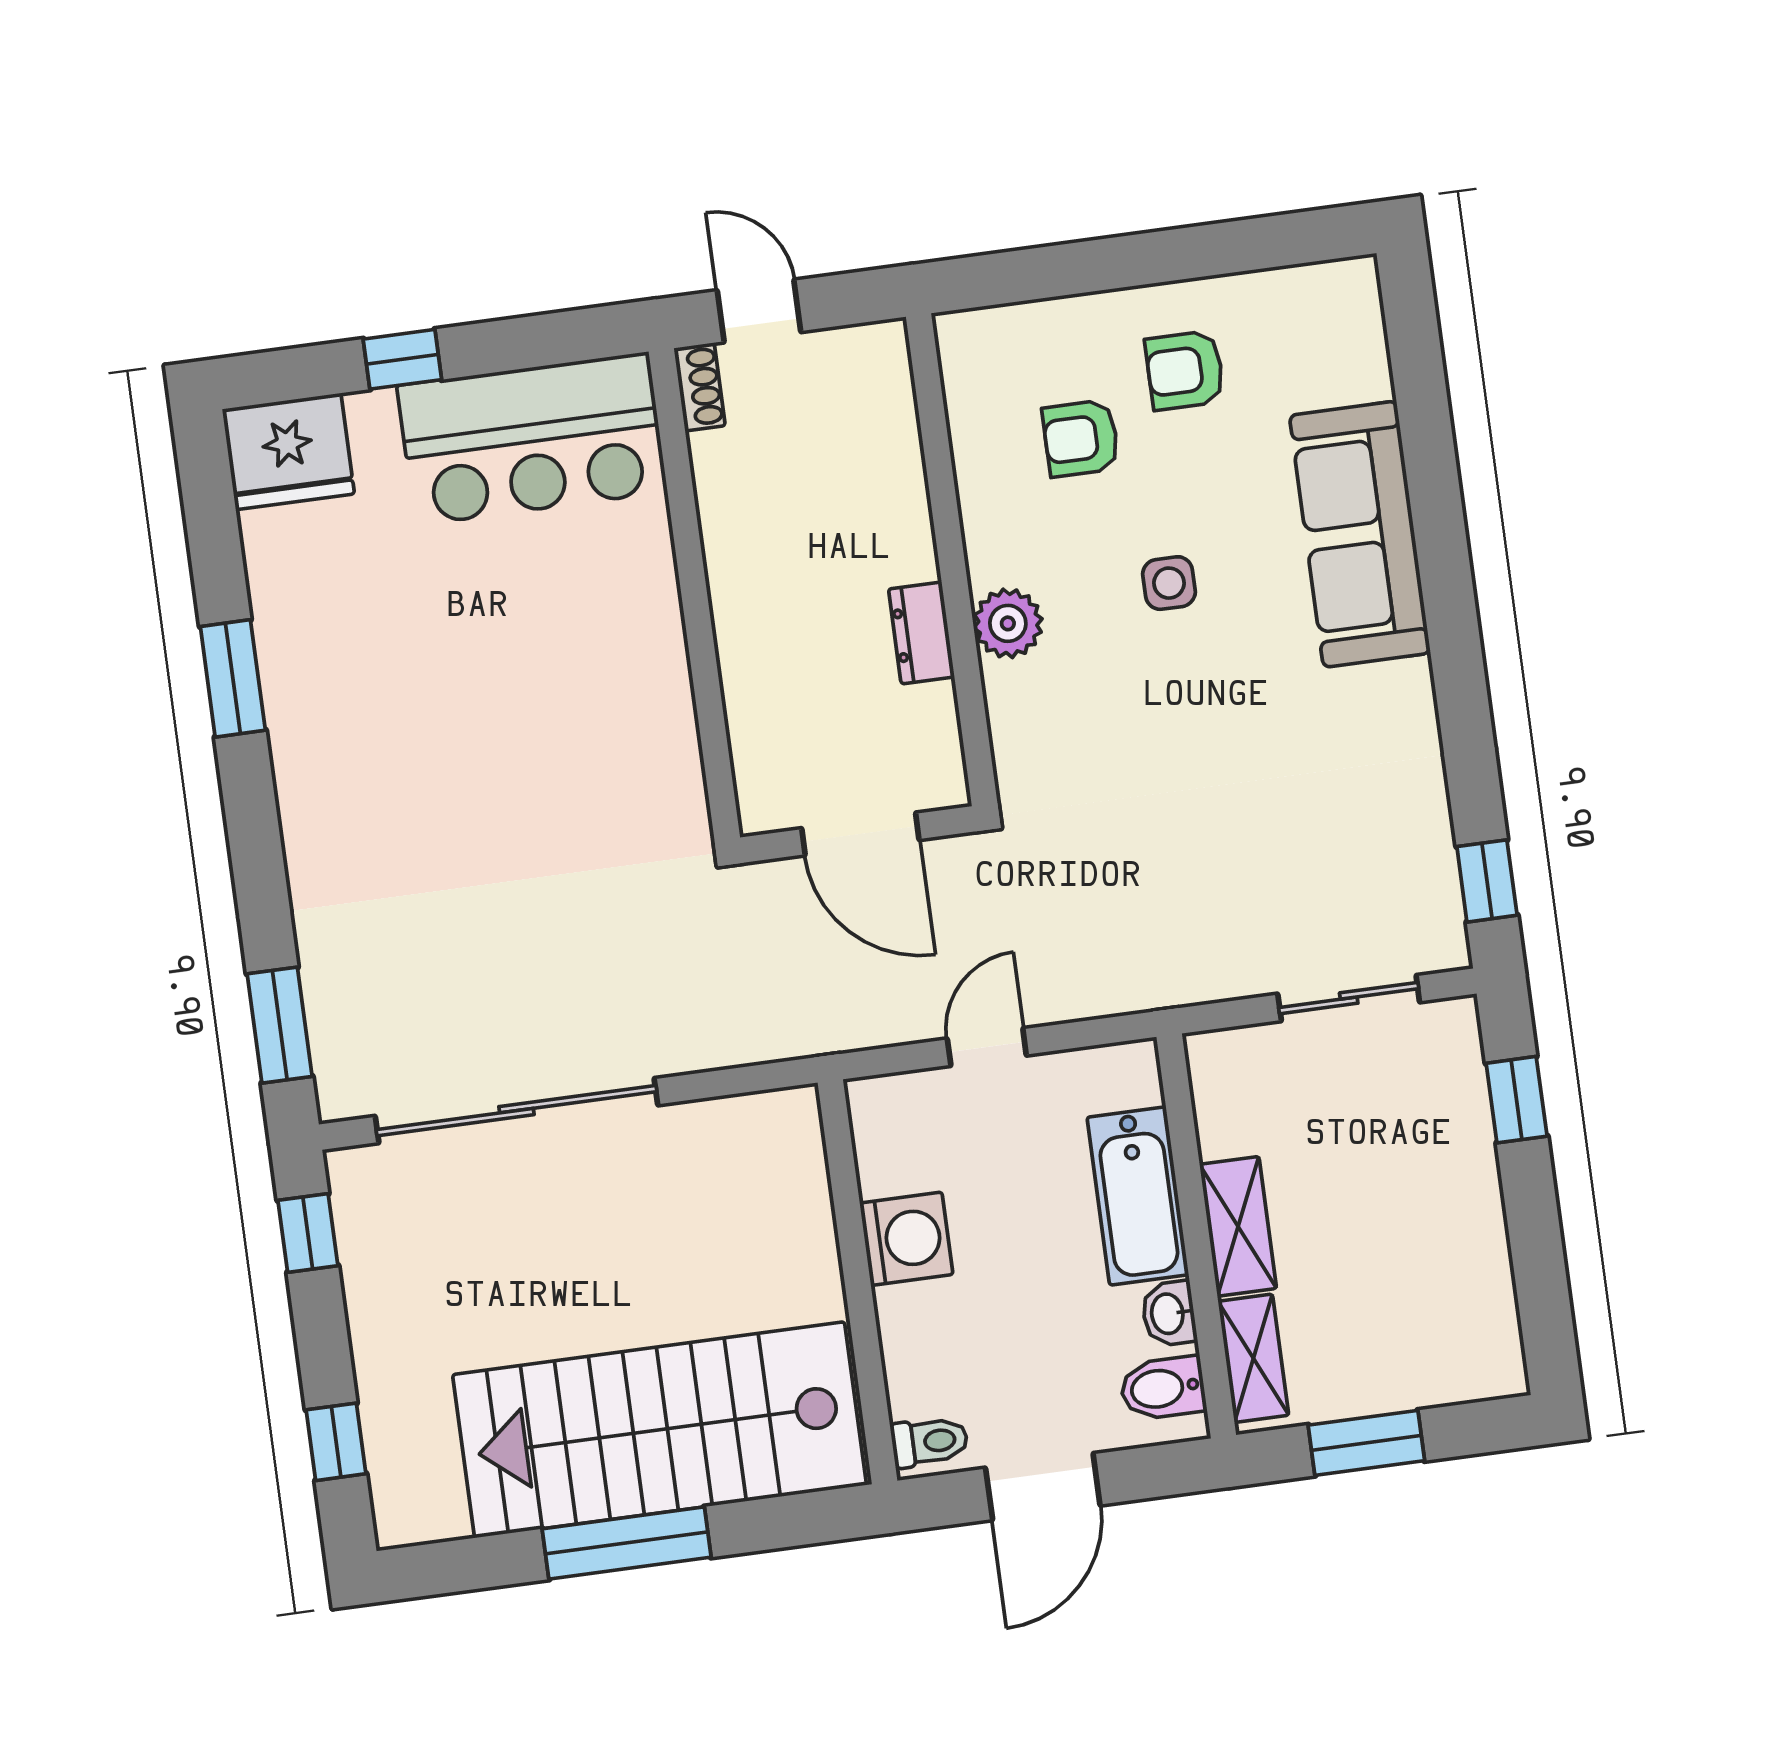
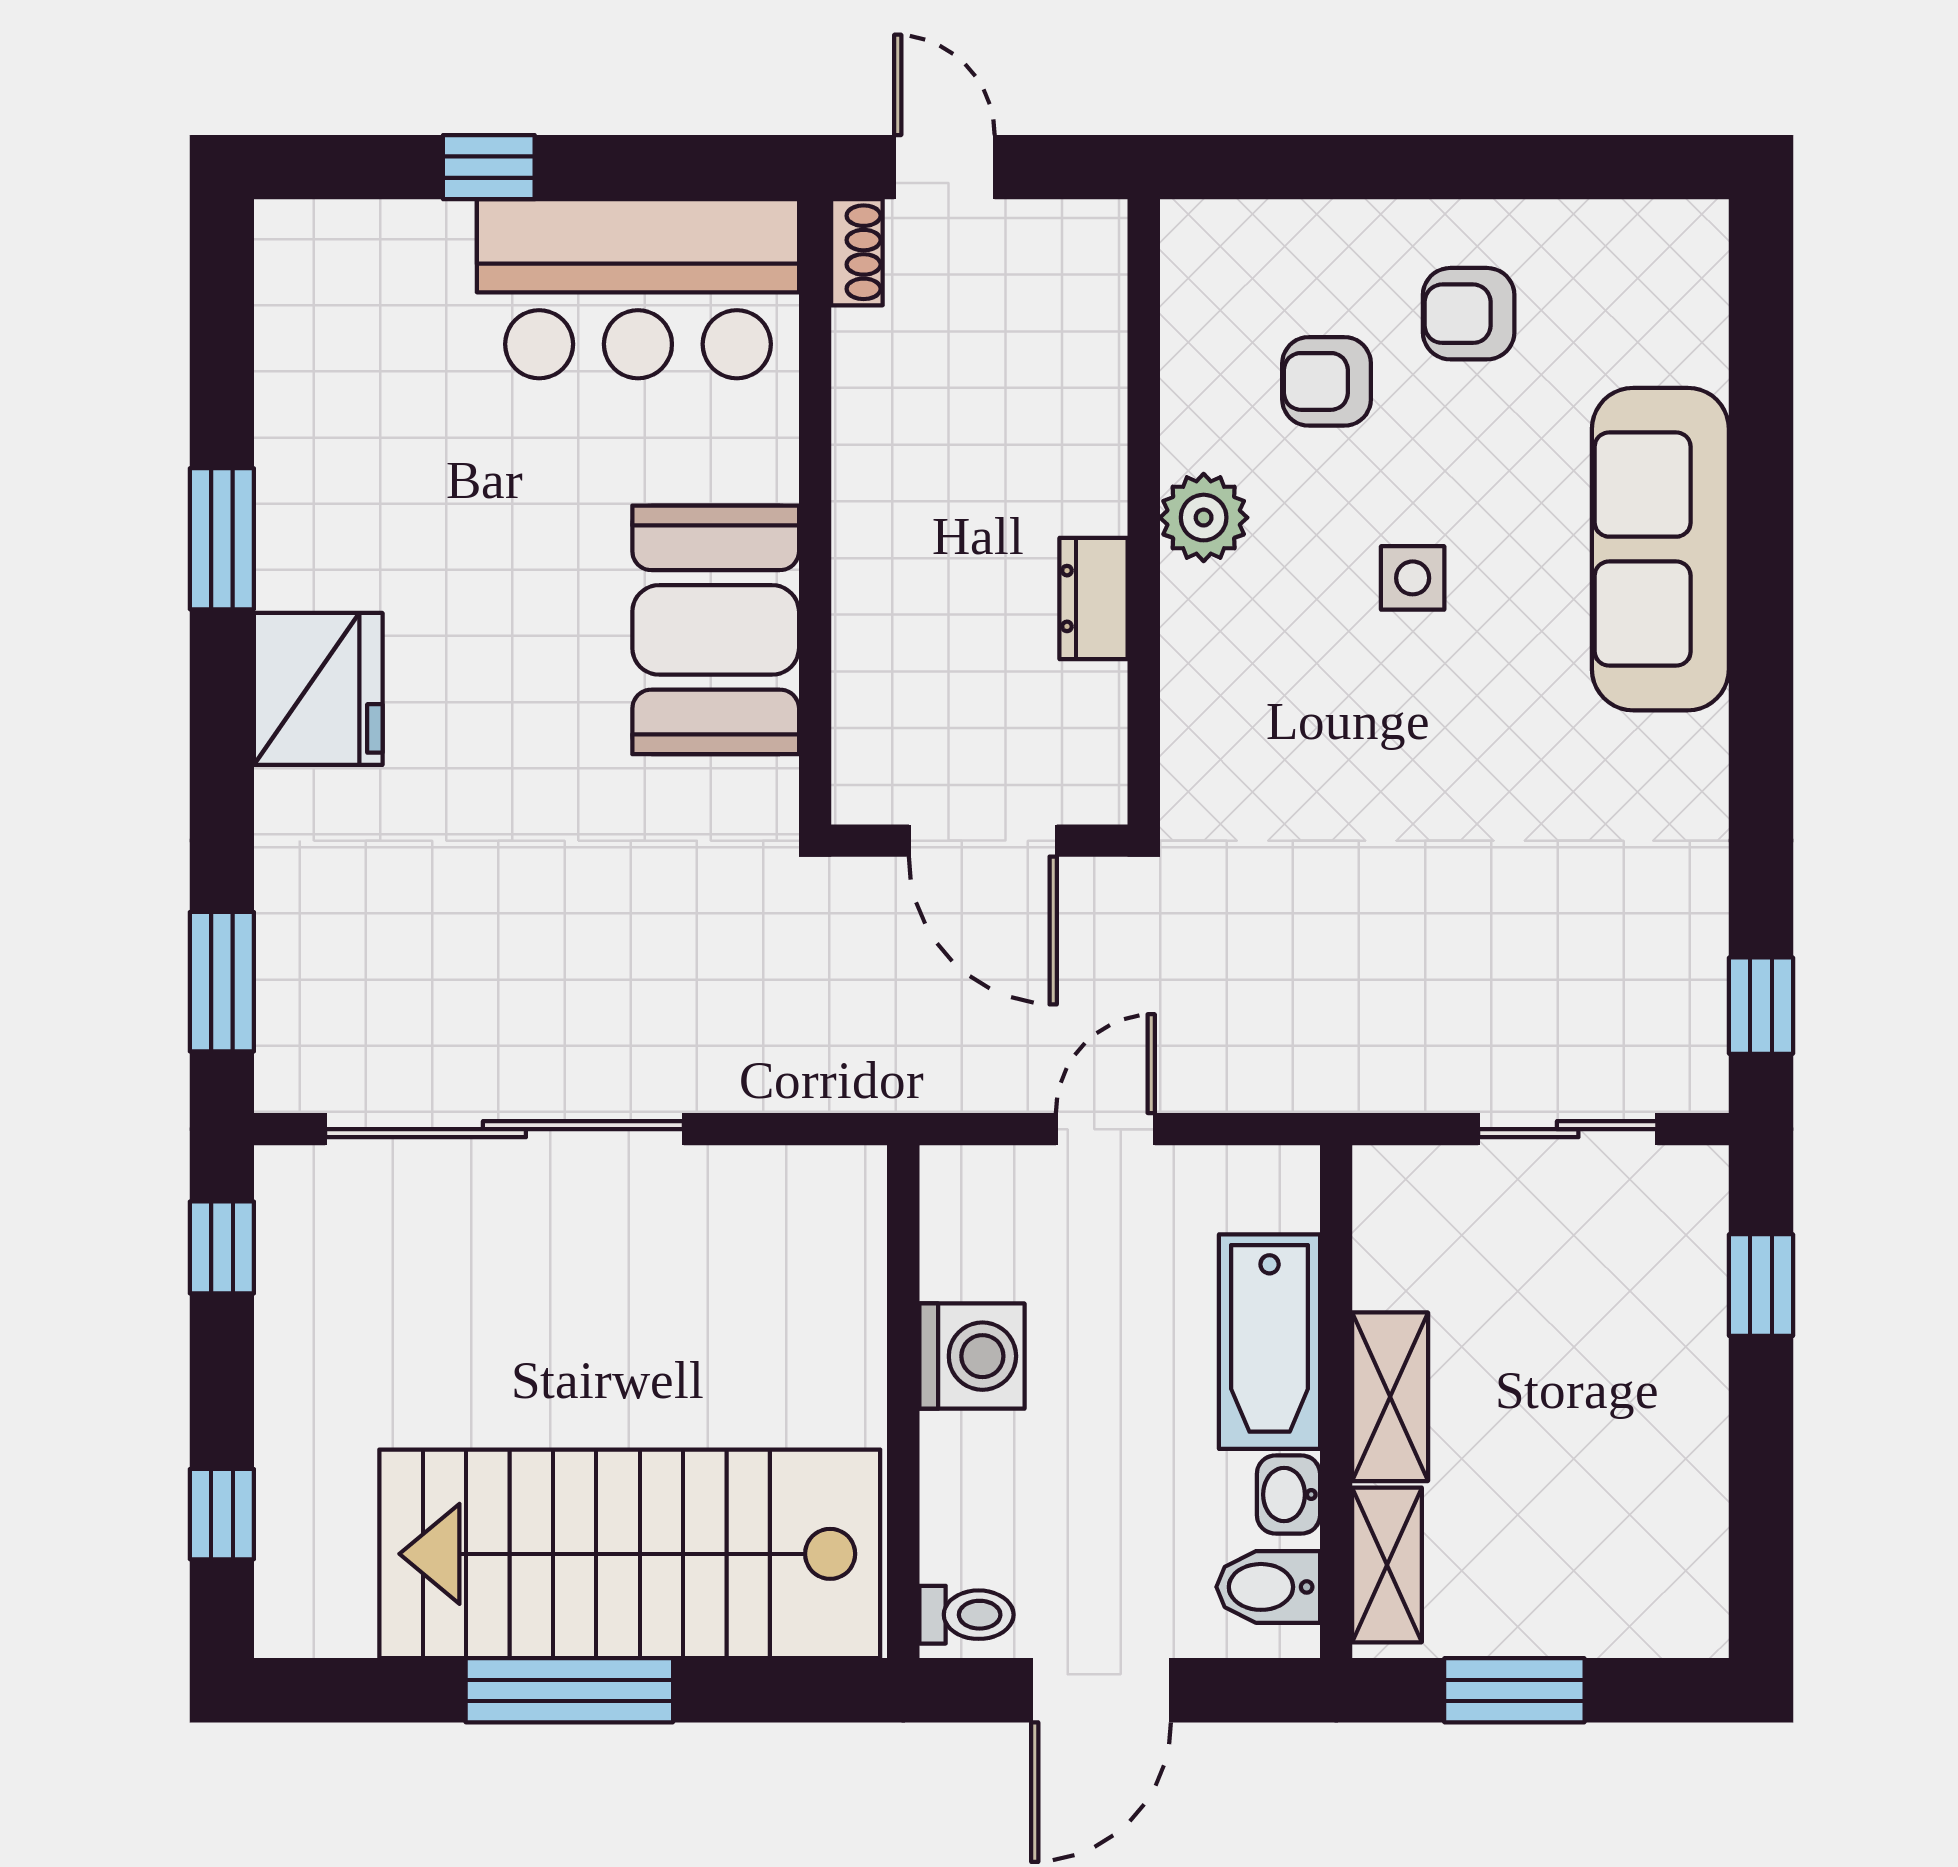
fridge: (288, 452) -> (318, 689), moved, turned -90
plant: (1008, 623) -> (1204, 518), moved
booth: (629, 697) -> (716, 630), added

